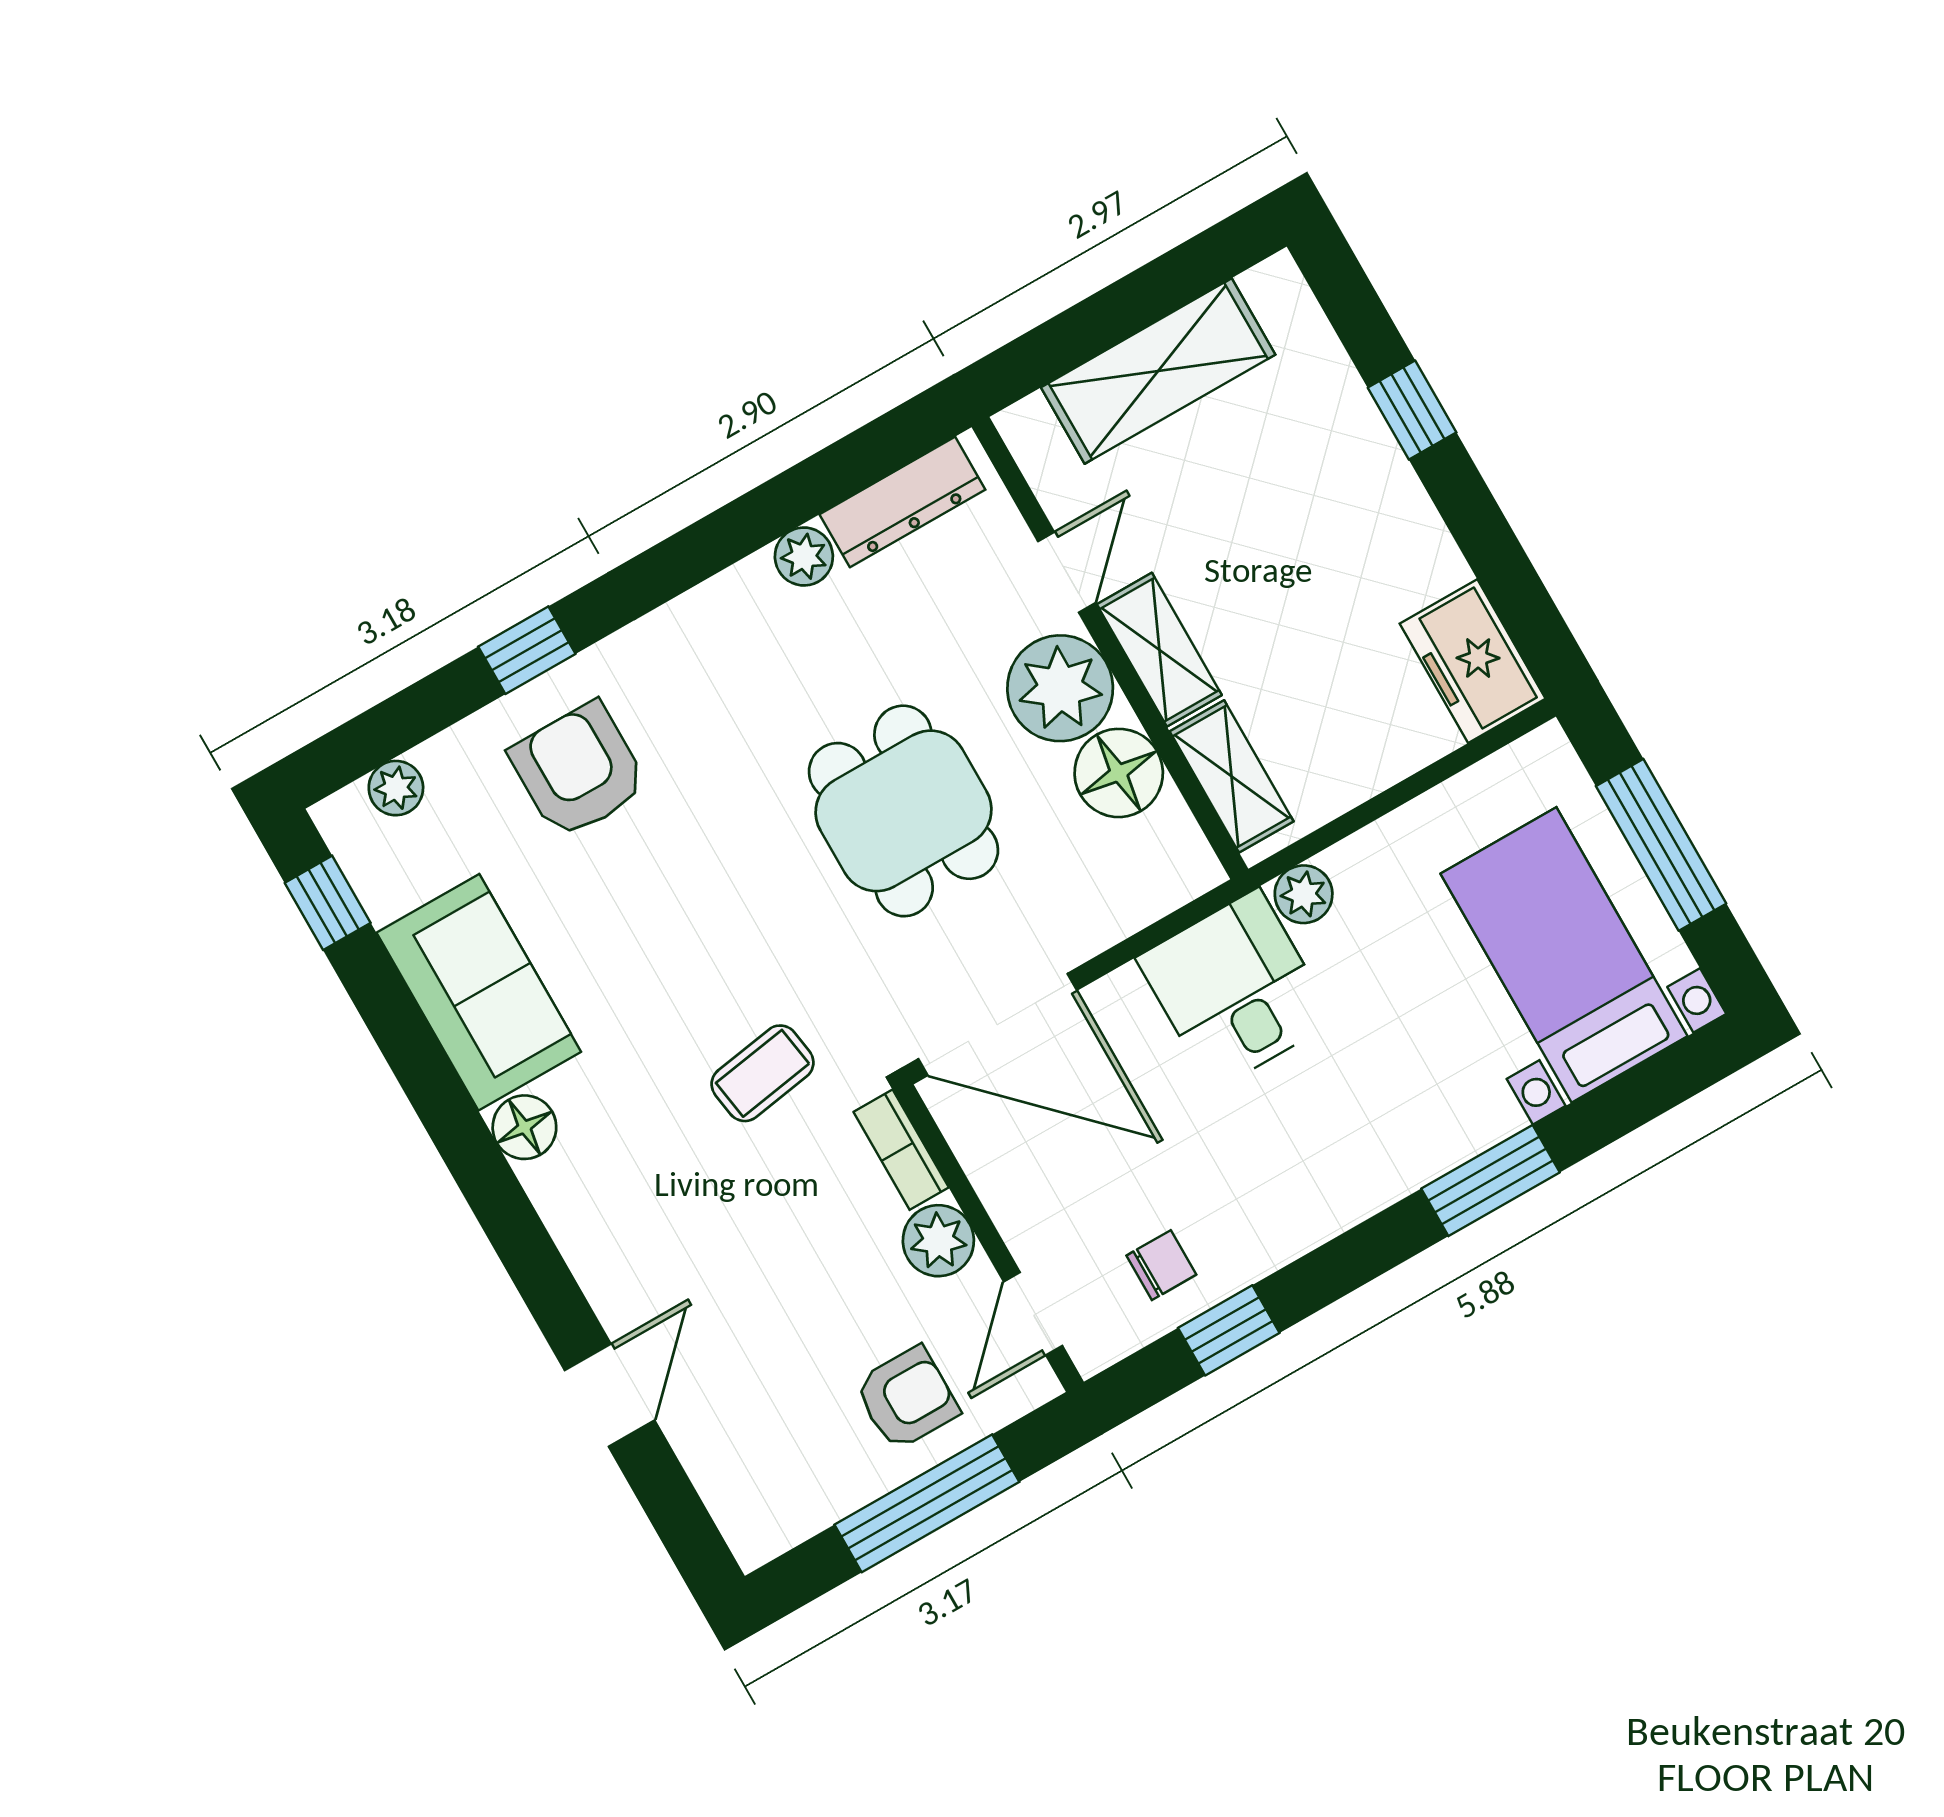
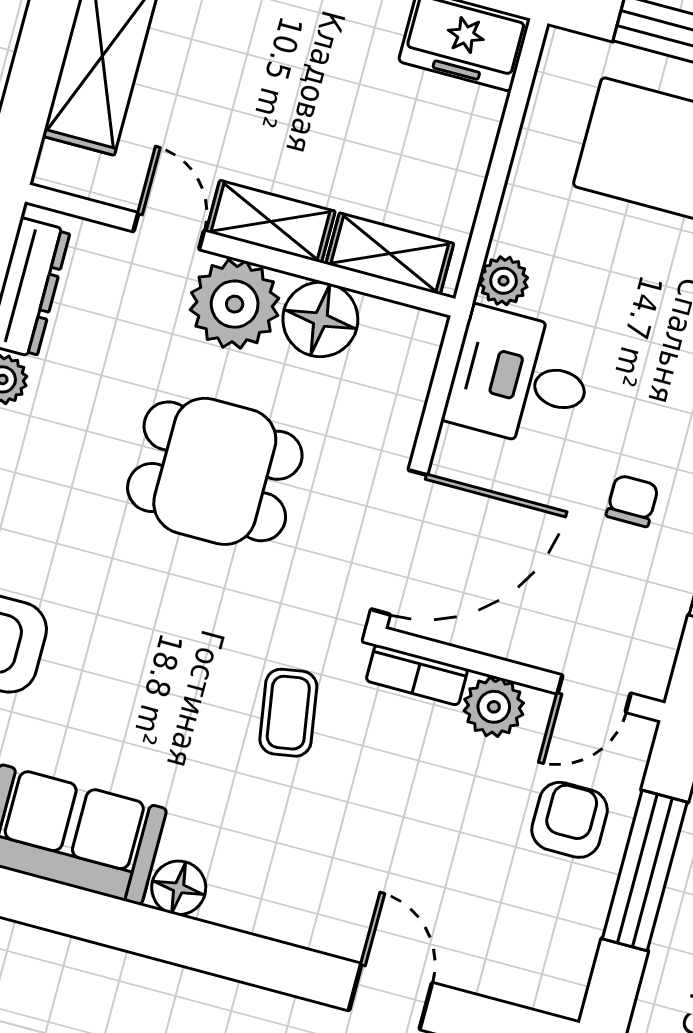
chair: (1161, 1265) -> (632, 501), moved
door: (1033, 1314) -> (594, 694), hinge flipped

